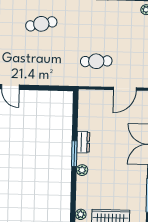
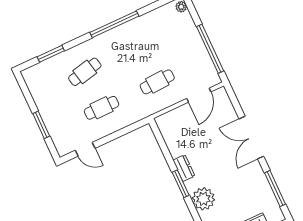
cafe table: (40, 60) -> (101, 108), added
plant: (82, 170) -> (203, 199), width x1.88, depth x1.88

